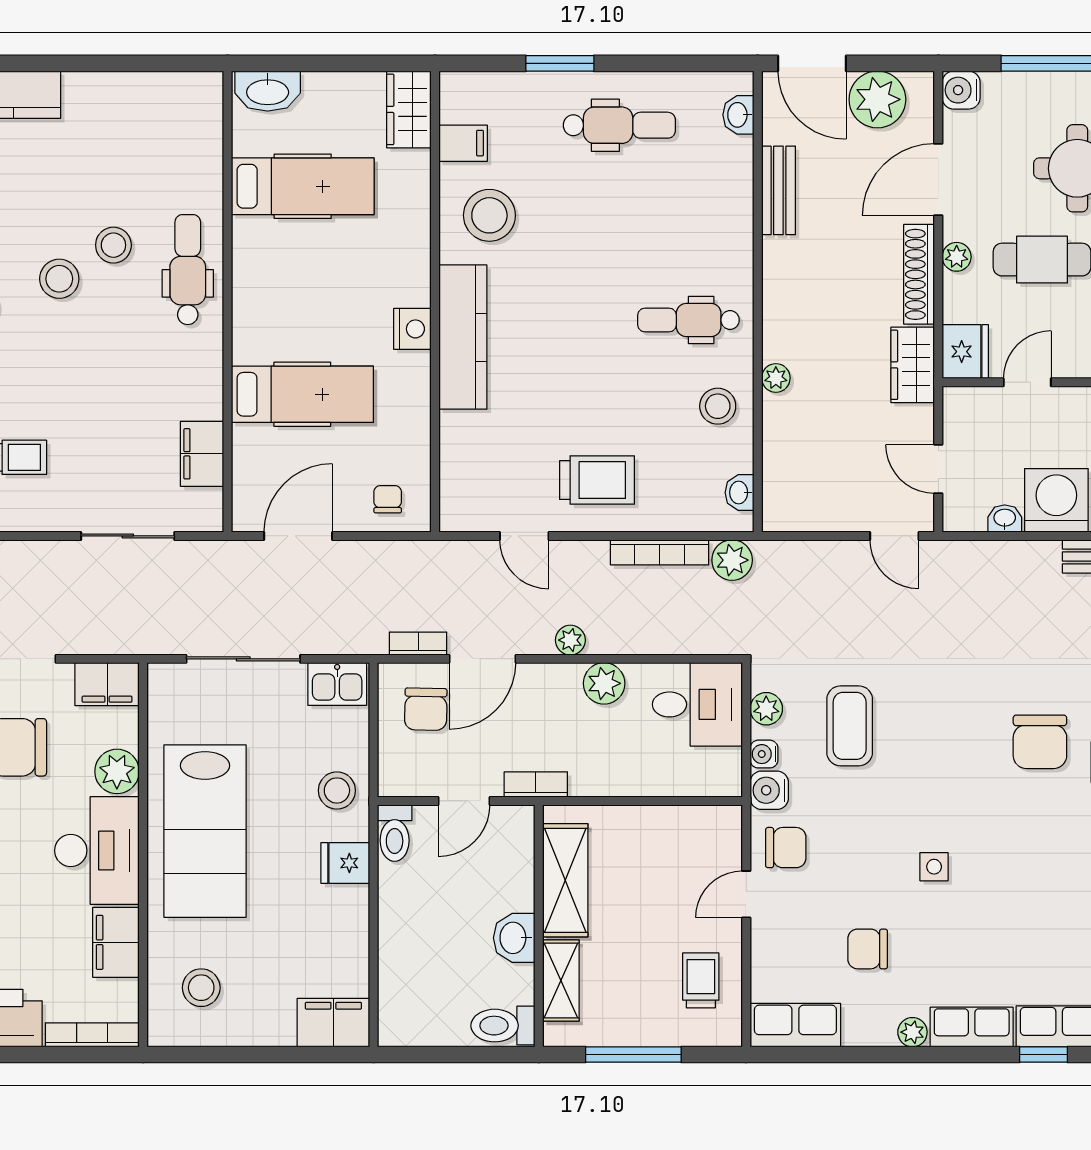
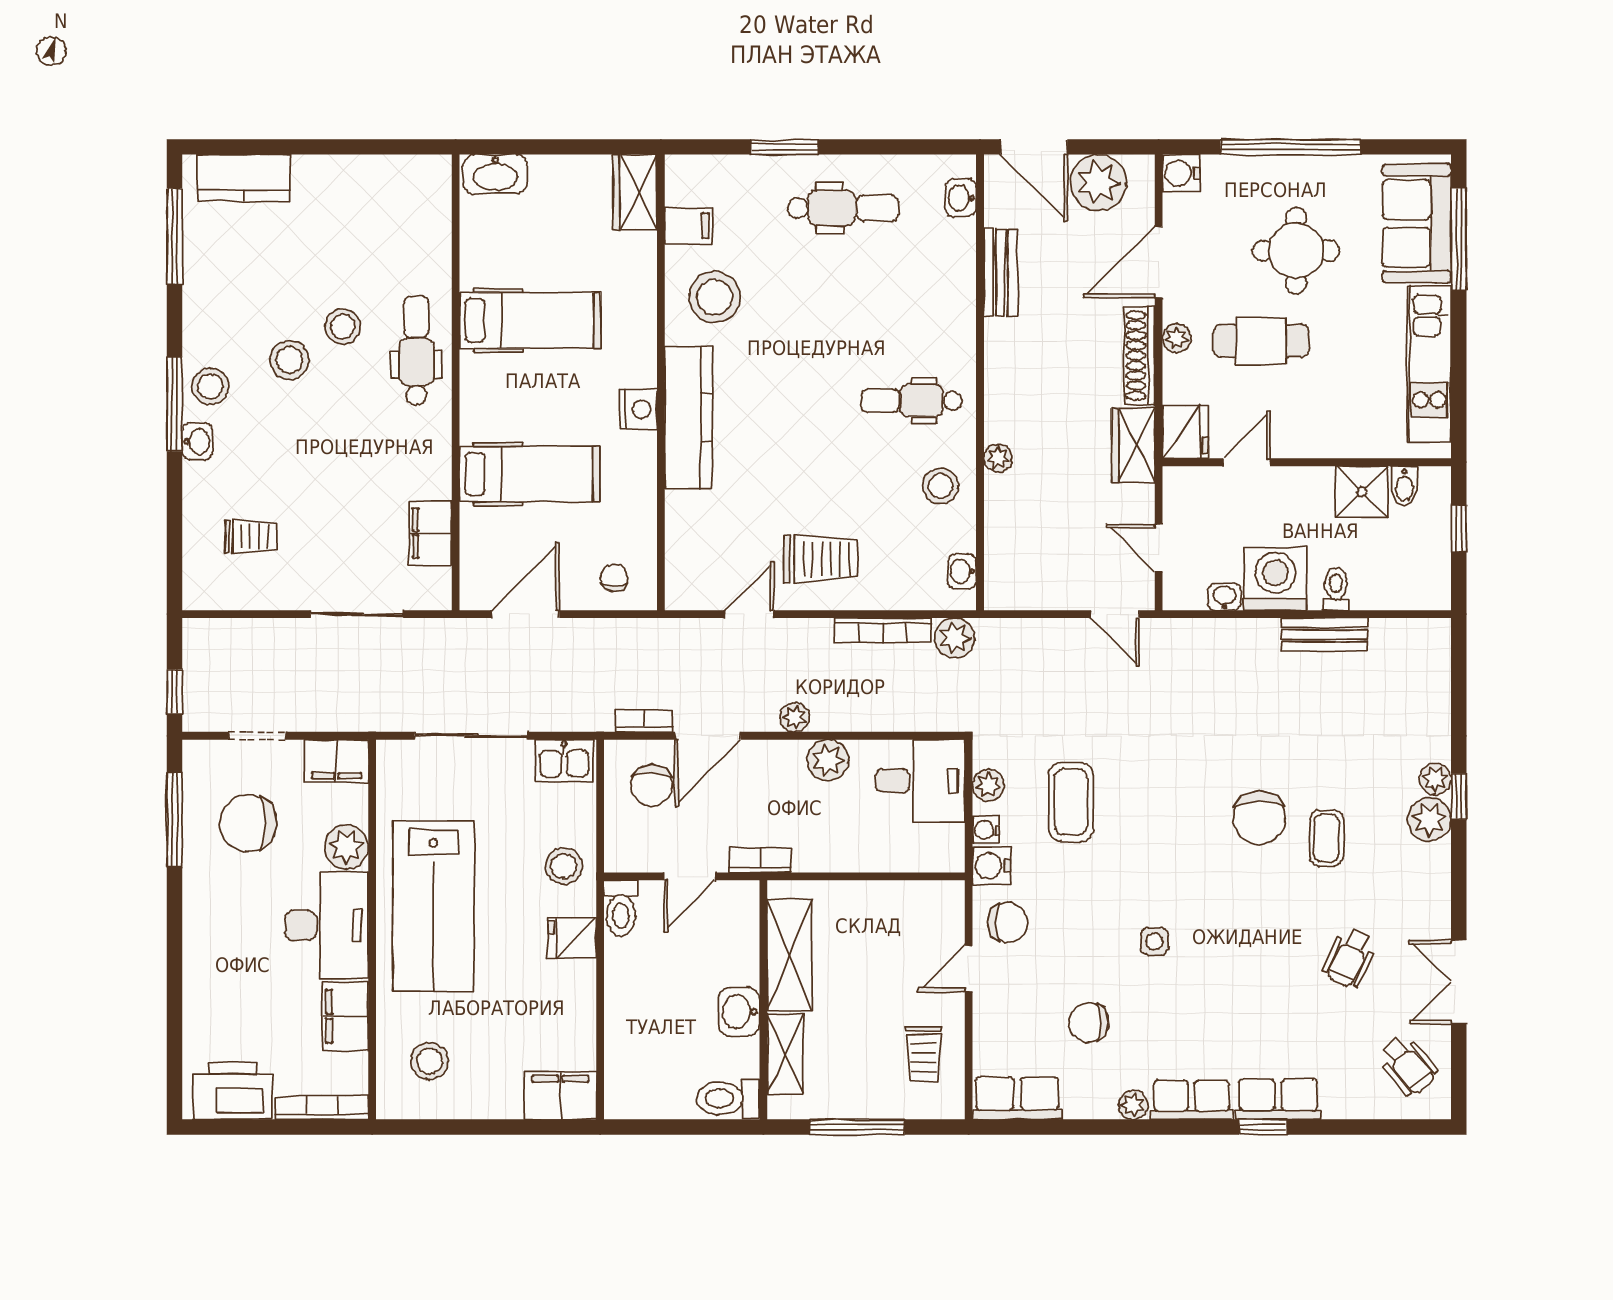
hospital bed: (303, 186) -> (530, 320), moved
door: (524, 536) -> (749, 614), swing flipped
trolley: (701, 980) -> (924, 1054), turned 180

